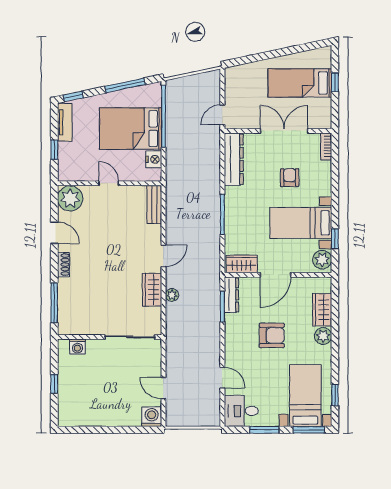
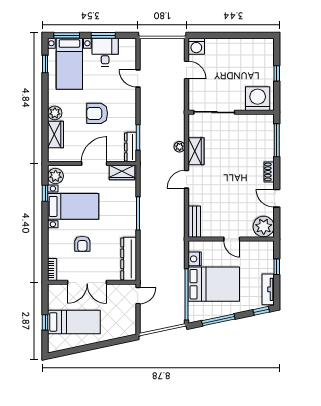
washing machine: (77, 347) -> (258, 99), width x1.89, depth x1.89
desk: (241, 411) -> (105, 52), moved, turned -90

